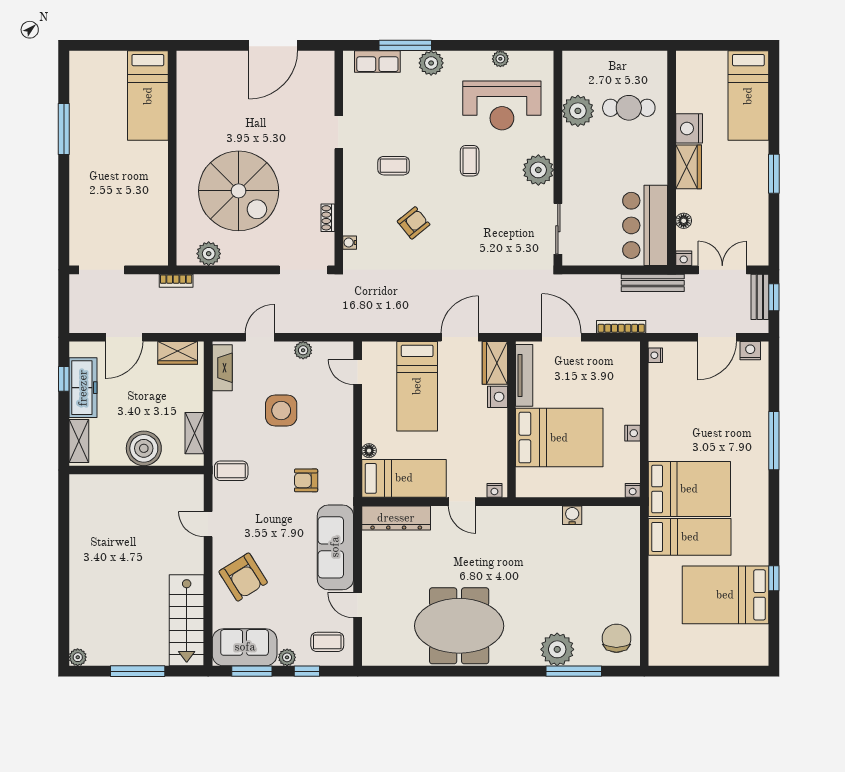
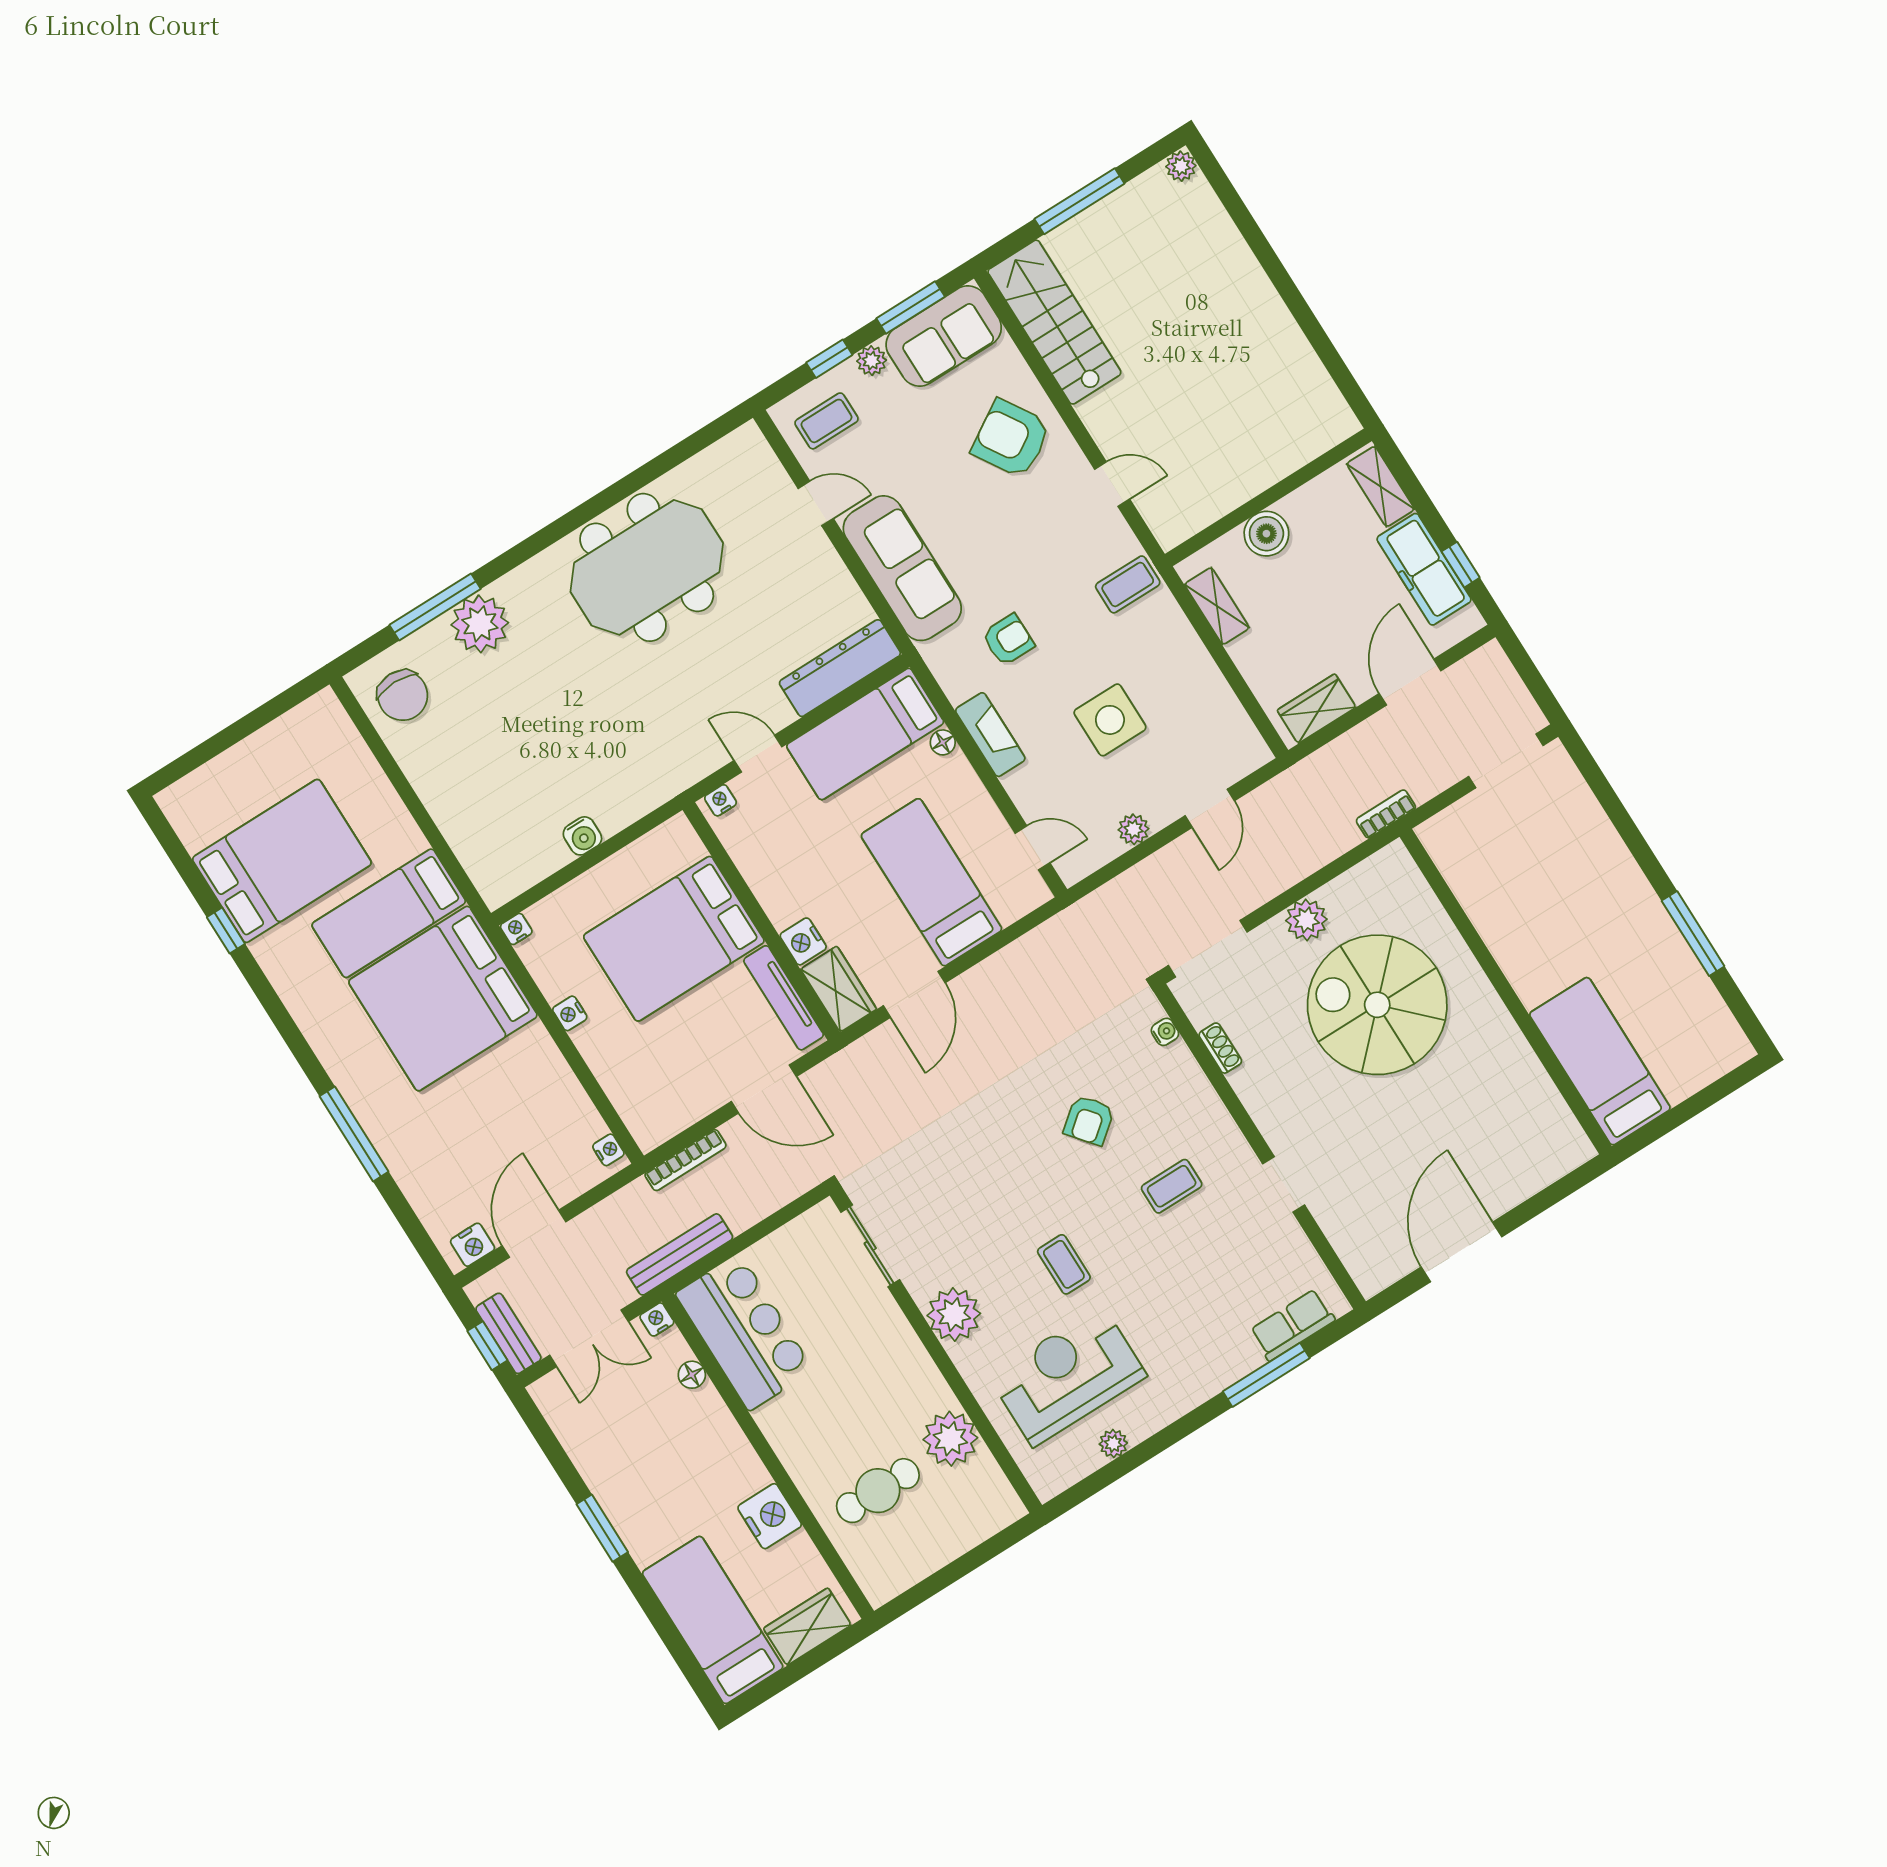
plant: (431, 63) -> (1212, 1373), removed
wardrobe: (689, 167) -> (807, 1627), moved, turned 90
plant: (209, 254) -> (1306, 920), moved
fireplace: (222, 368) -> (990, 735), moved, turned 180
boiler: (144, 448) -> (1266, 534), width x0.73, depth x0.73
bed: (689, 489) -> (443, 999), width x1.36

